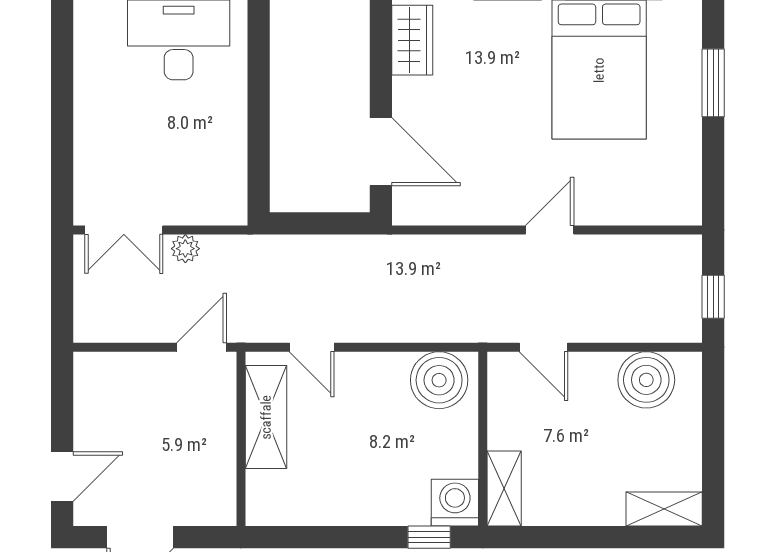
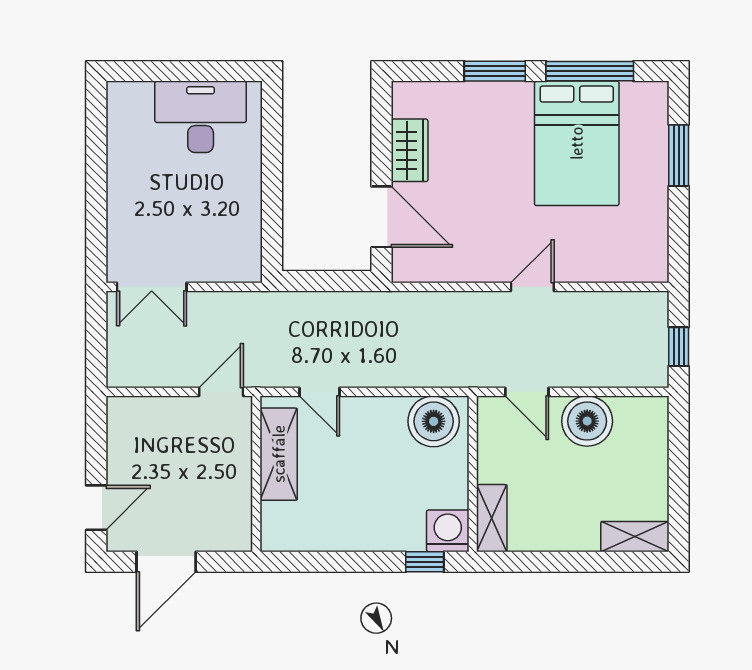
wardrobe: (412, 40) -> (410, 150), moved
plant: (185, 249) -> (207, 304), removed
boiler: (646, 380) -> (587, 421), moved

